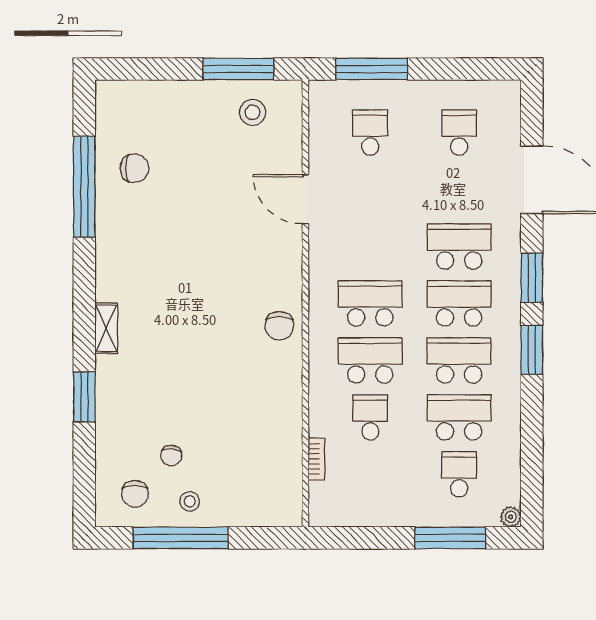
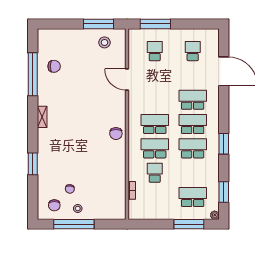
window: (532, 278) -> (224, 192), moved
shelving: (106, 328) -> (42, 117), moved
school desk: (459, 417) -> (193, 173), removed
school desk: (459, 474) -> (193, 197), width x1.85

